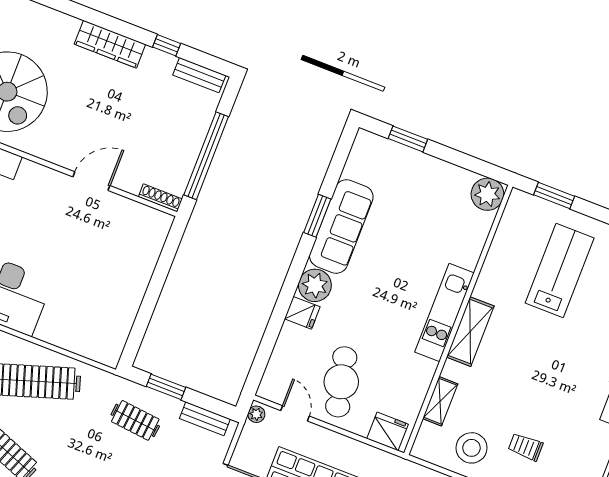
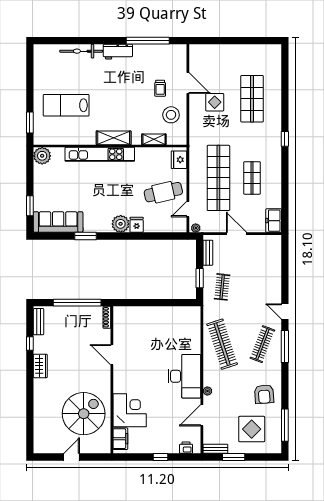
wardrobe: (110, 44) -> (40, 366), width x0.67
sofa: (341, 226) -> (58, 222), moved
kitchen unit: (445, 312) -> (100, 154), width x1.36

